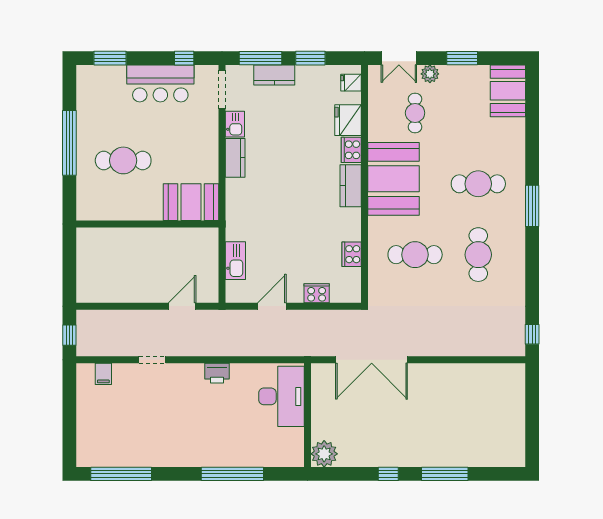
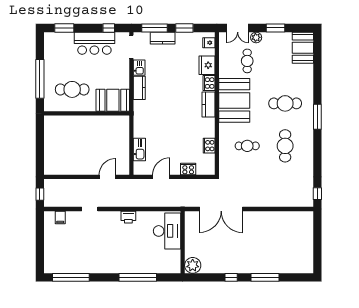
booth: (191, 202) -> (113, 100), moved
wall: (147, 224) -> (87, 113), moved
cafe table: (415, 255) -> (247, 146), width x0.73, depth x0.74

